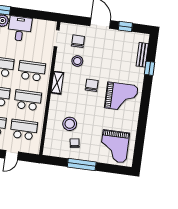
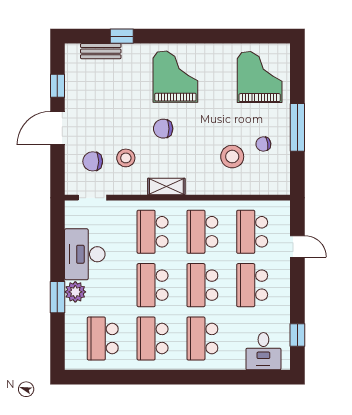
desk: (20, 29) -> (85, 254), width x1.37
grand piano: (114, 146) -> (260, 77), turned -90

